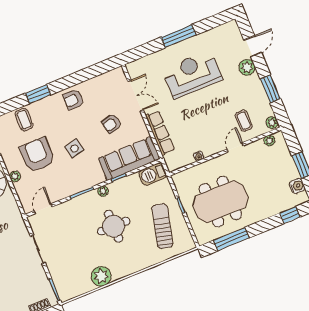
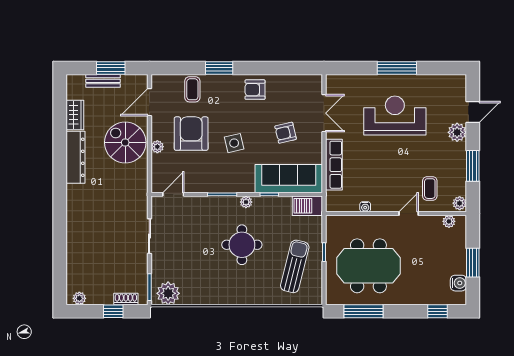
plant: (101, 276) -> (168, 293), moved

